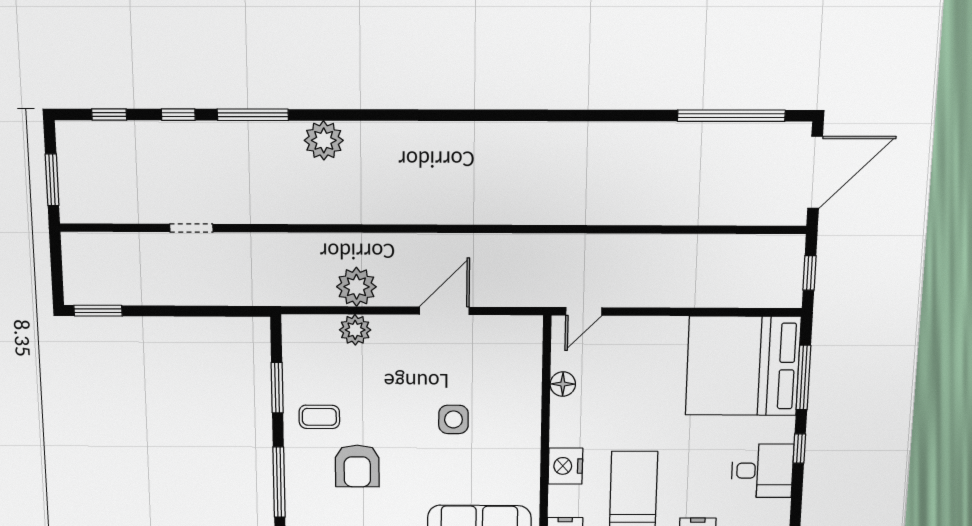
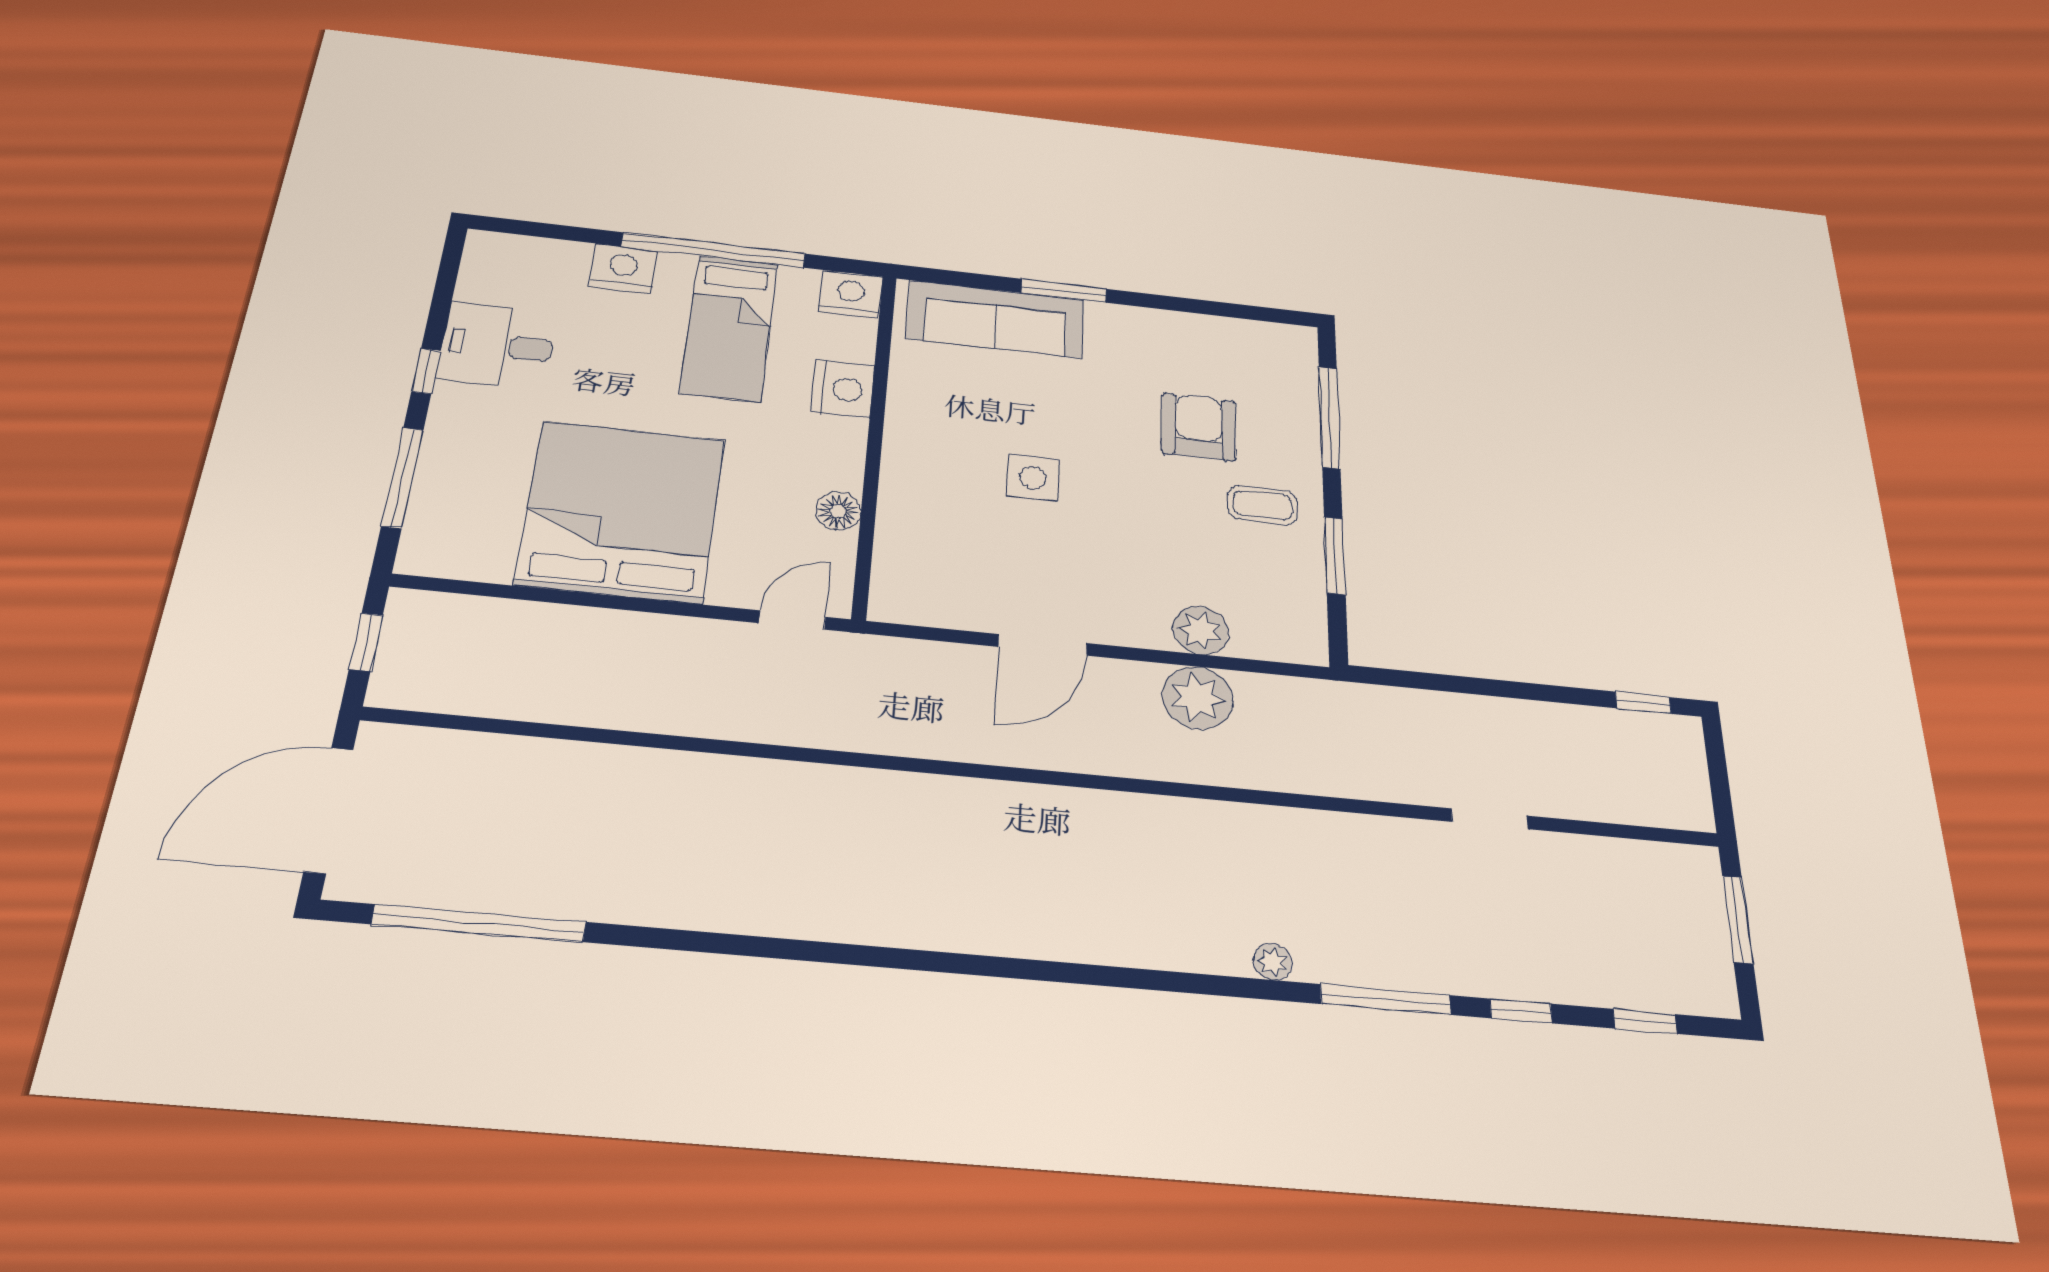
plant: (324, 140) -> (1272, 962), width x0.53, depth x0.53
window: (98, 311) -> (1643, 703), width x0.67
bed: (743, 366) -> (621, 511), moved, turned -90

